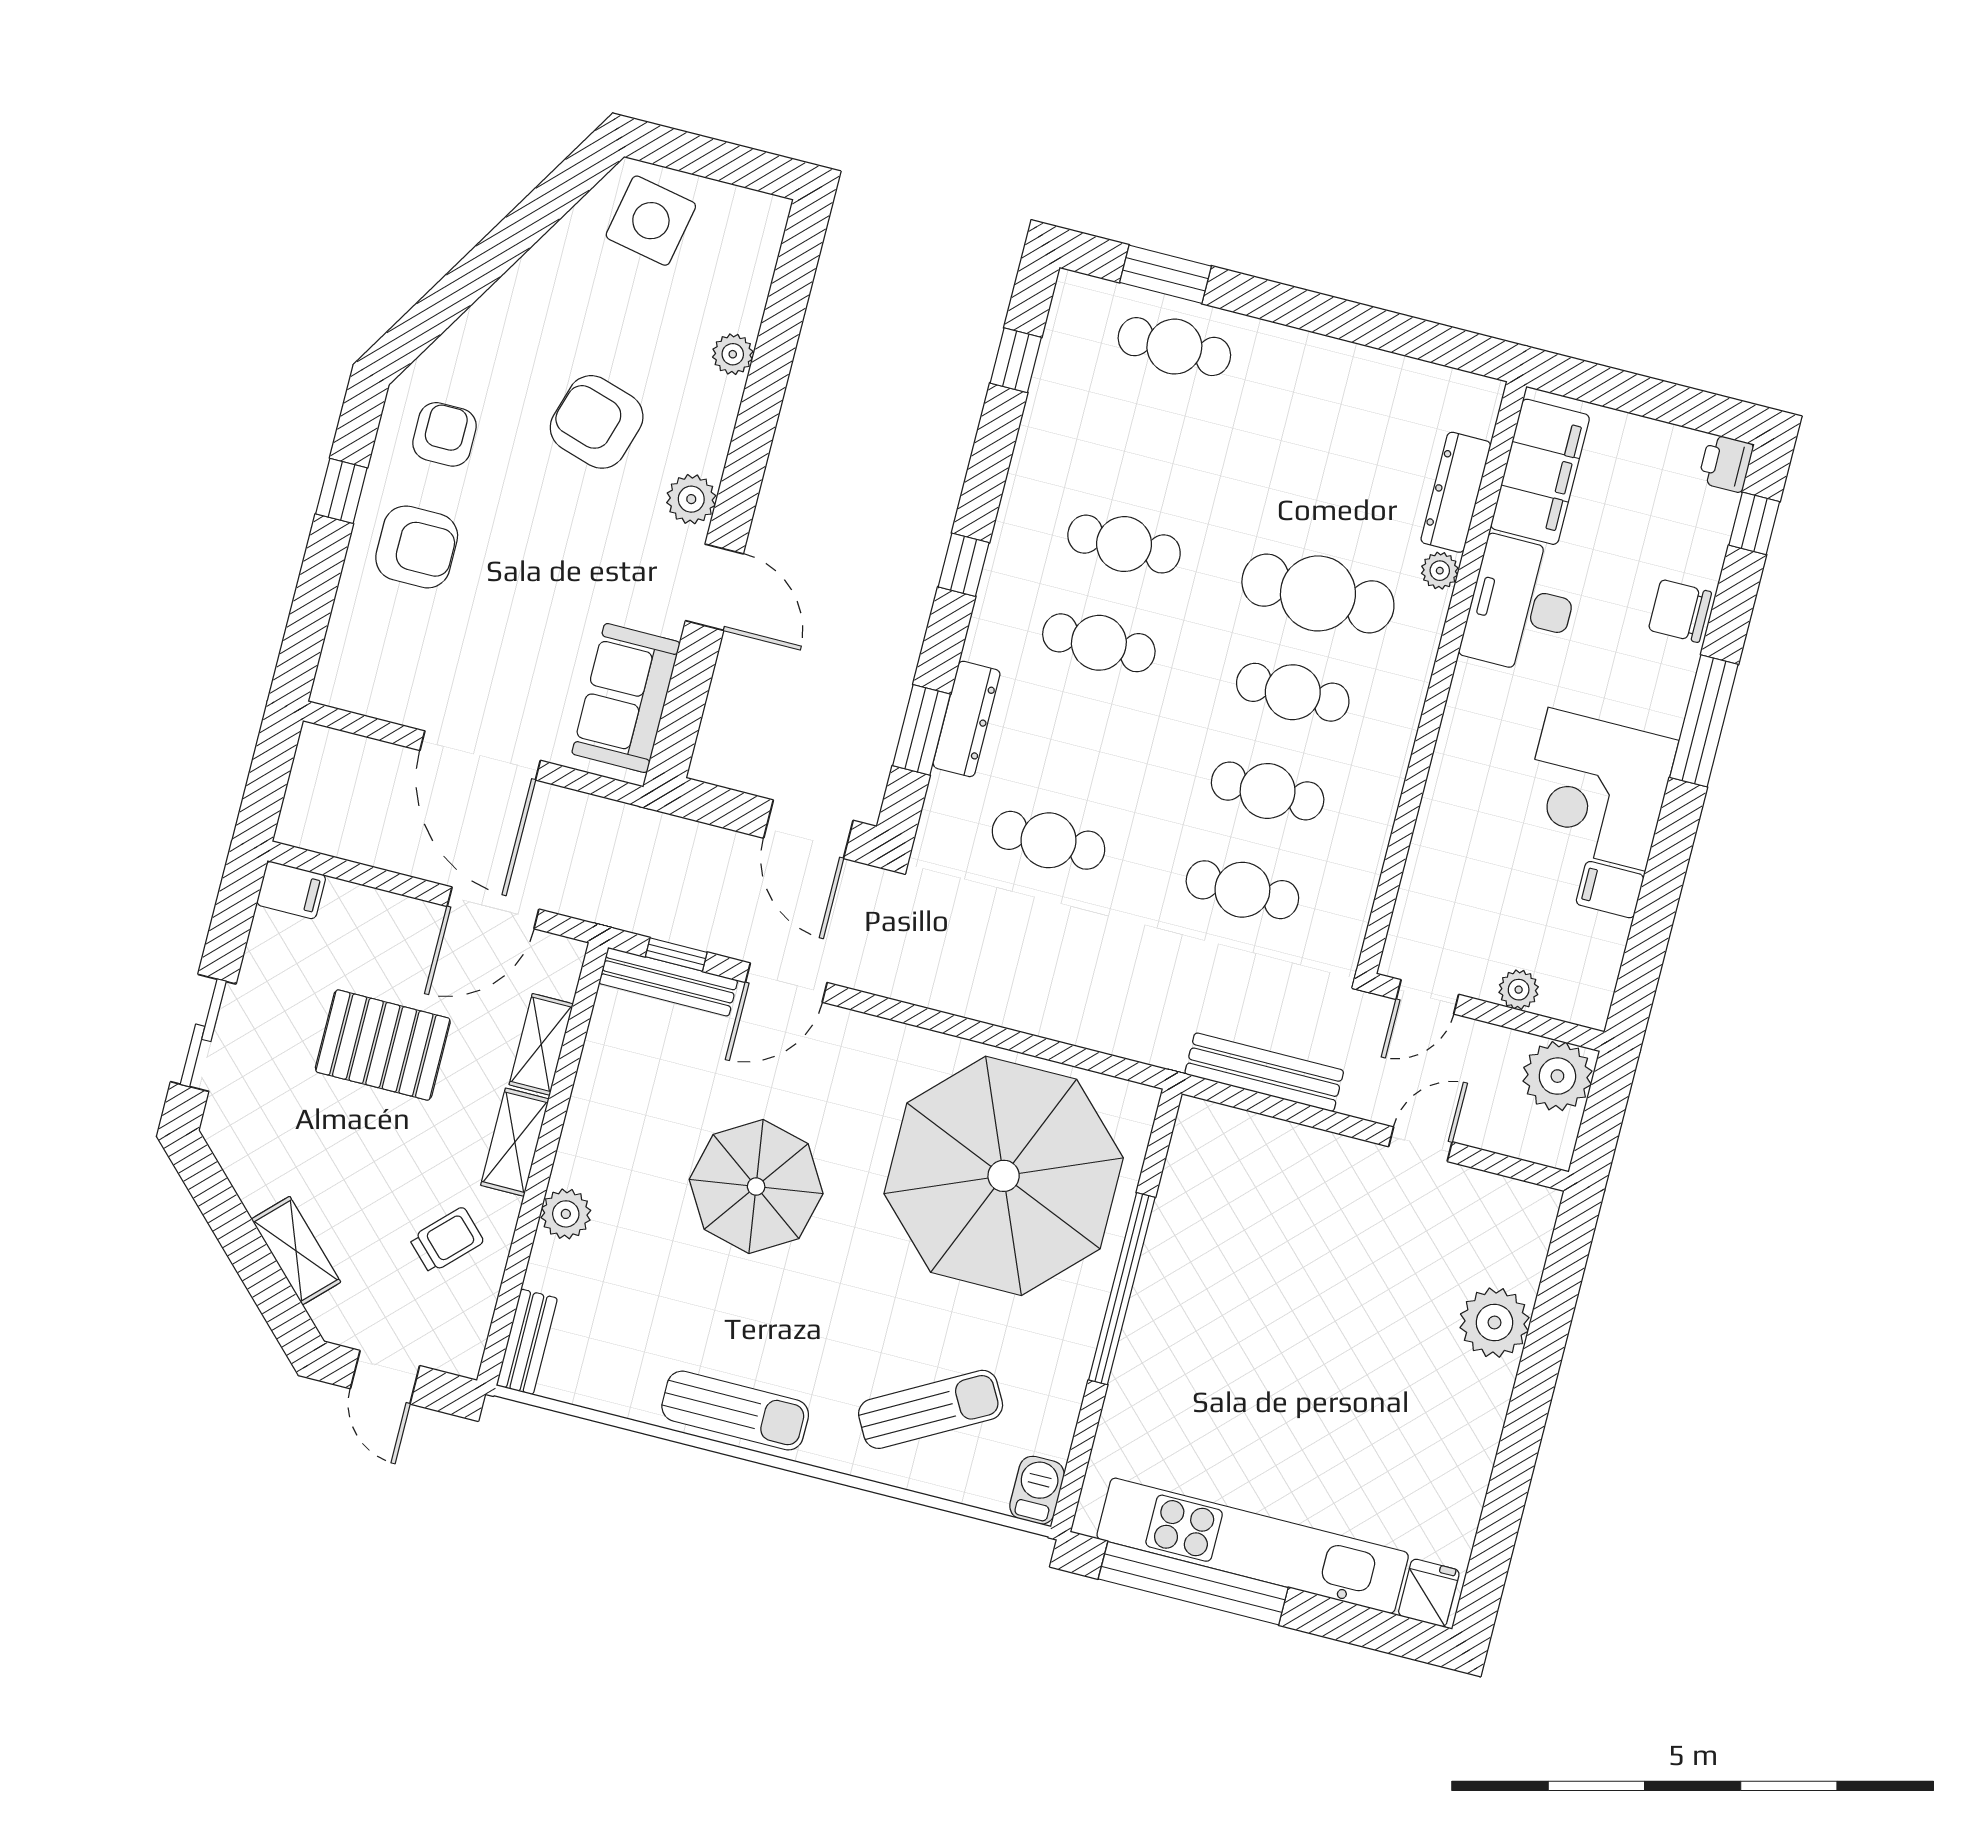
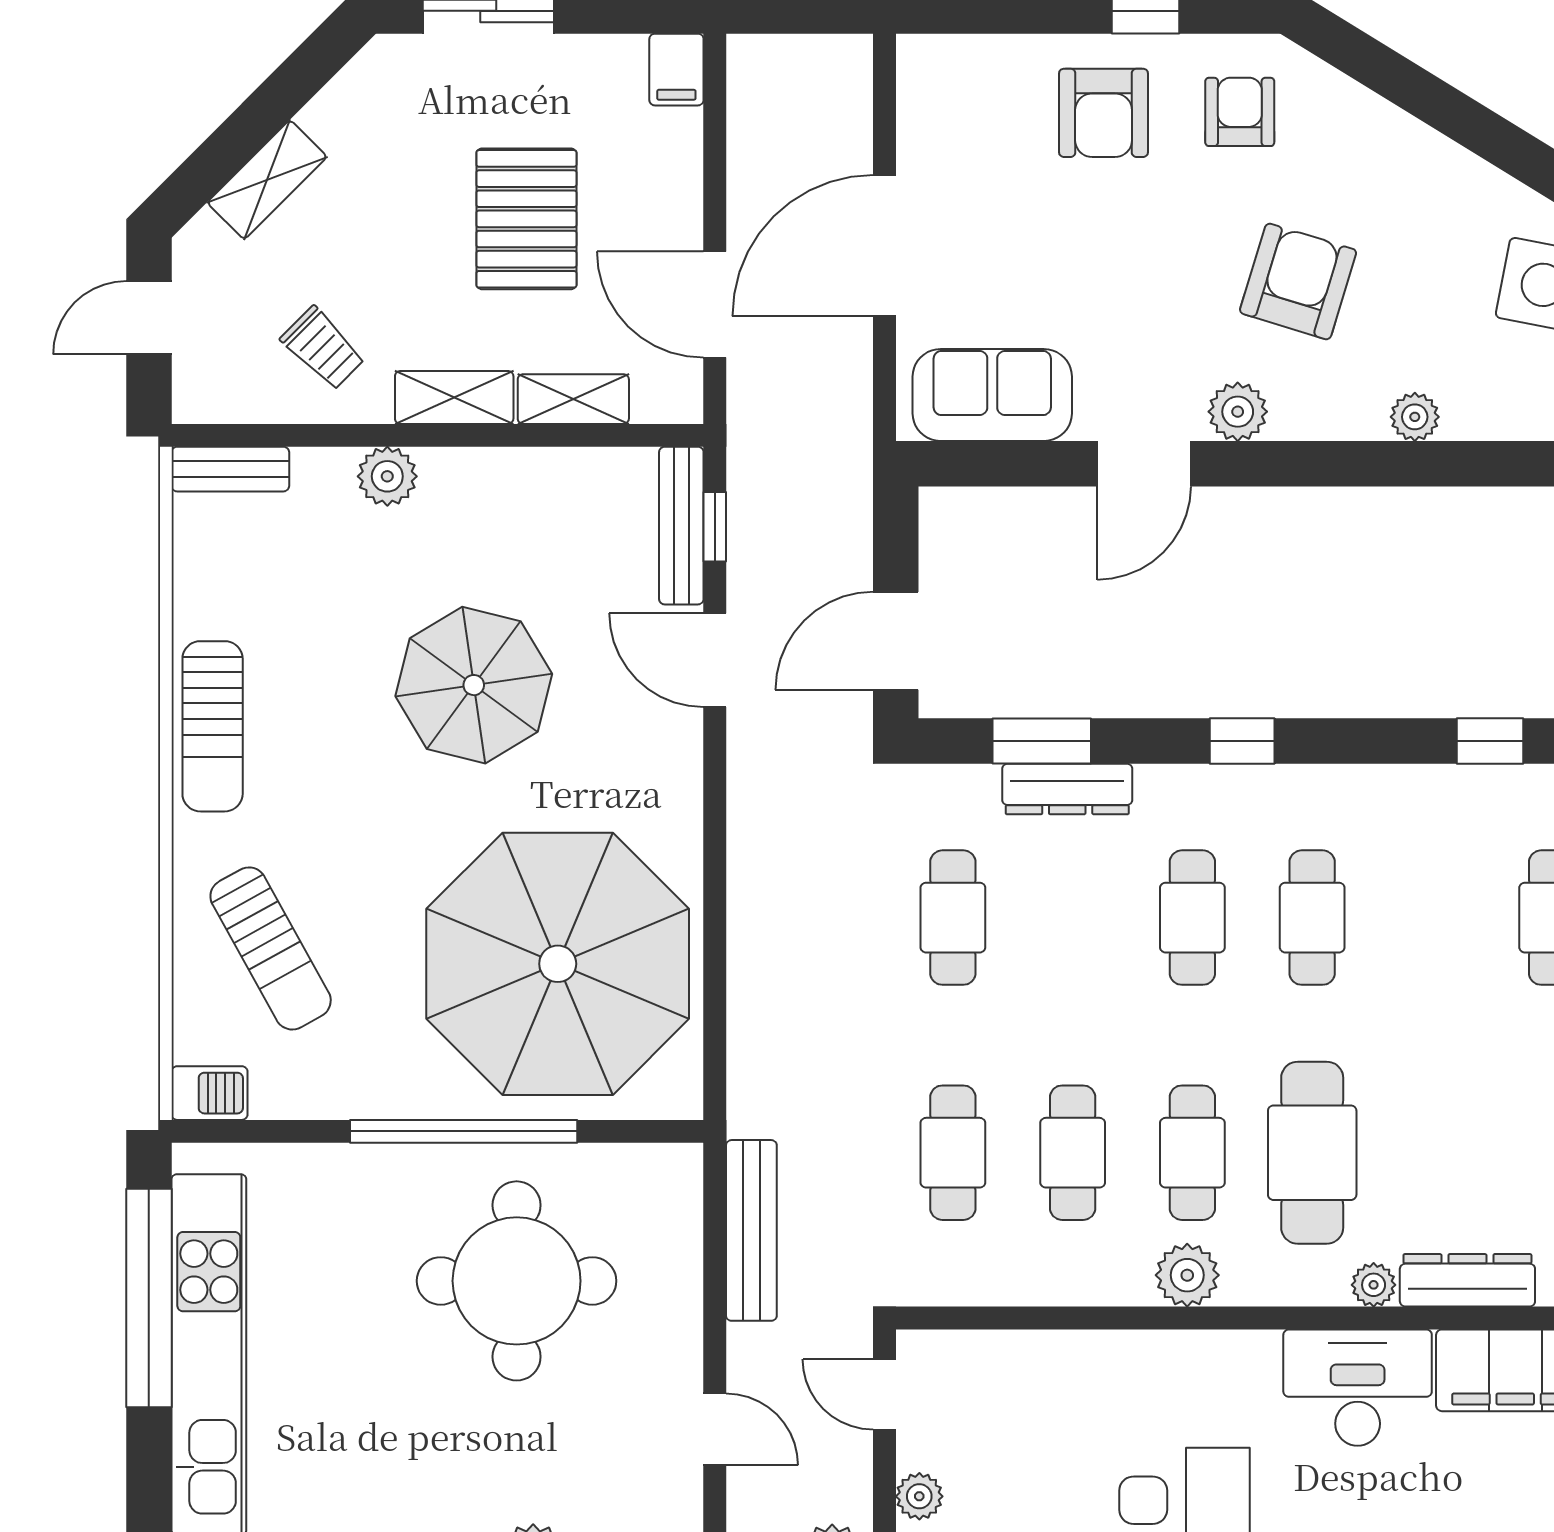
armchair: (445, 434) -> (1240, 112), turned -90
plant: (1393, 722) -> (1187, 1275), added
round table: (1256, 1276) -> (517, 1281), added

